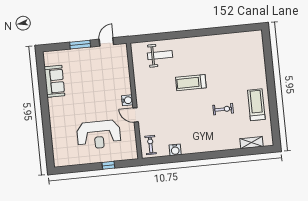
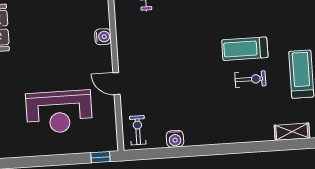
treadmill: (191, 83) -> (245, 49), moved
water cooler: (127, 100) -> (103, 37), moved
window: (108, 165) -> (100, 157), moved

